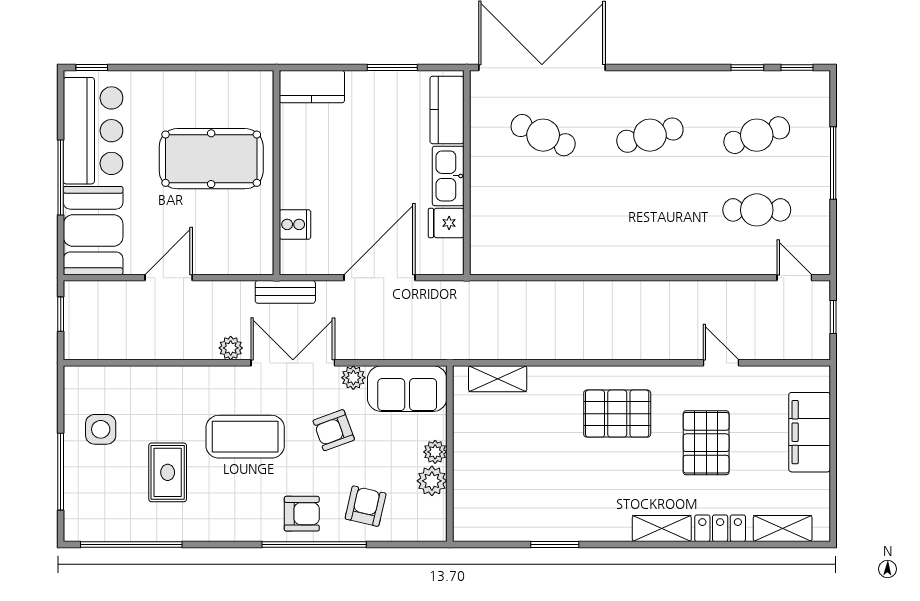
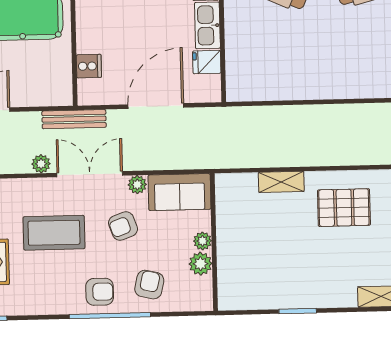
bench: (285, 292) -> (74, 119), width x1.36
shelving: (498, 379) -> (281, 182), moved

